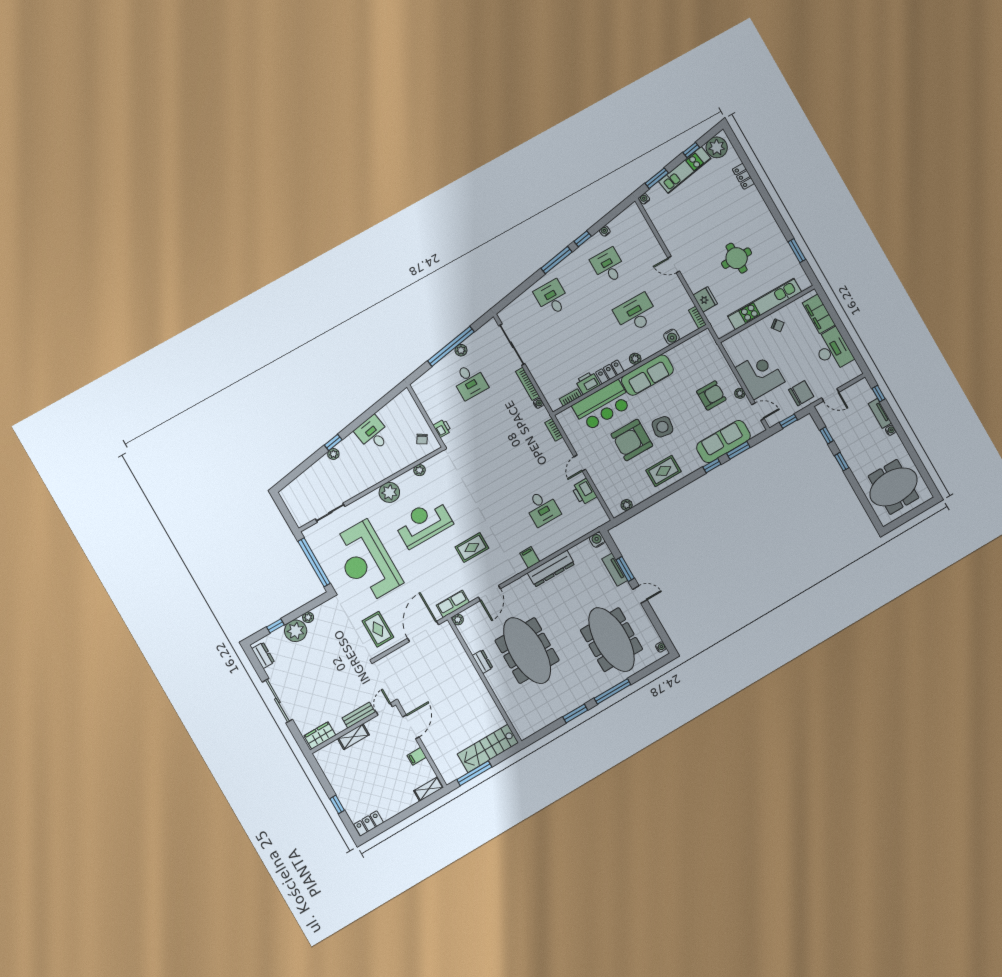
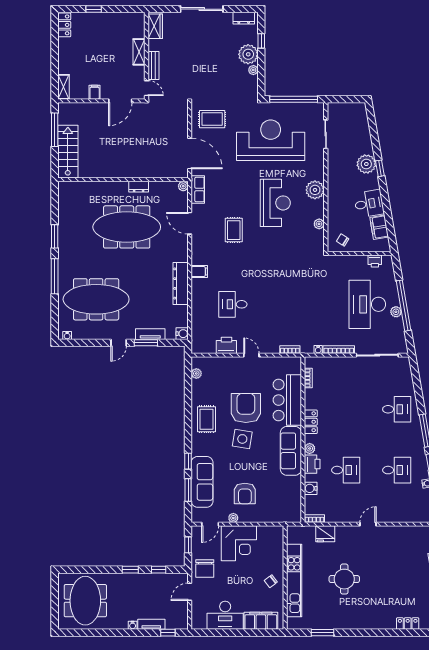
desk: (636, 314) -> (346, 470), width x0.73
desk: (469, 381) -> (367, 304), width x1.87, depth x1.30
printer: (588, 383) -> (312, 464), moved
filing cabinet: (390, 411) -> (379, 227), added
printer: (442, 428) -> (375, 261), moved
plant: (333, 454) -> (366, 164), width x1.88, depth x1.88
door: (411, 727) -> (120, 101), hinge flipped

